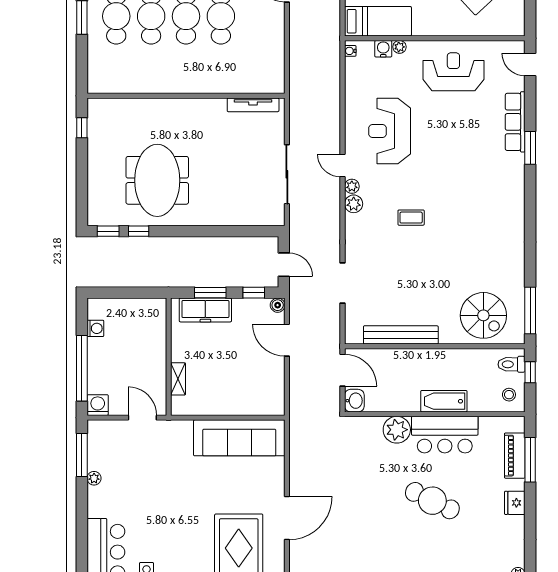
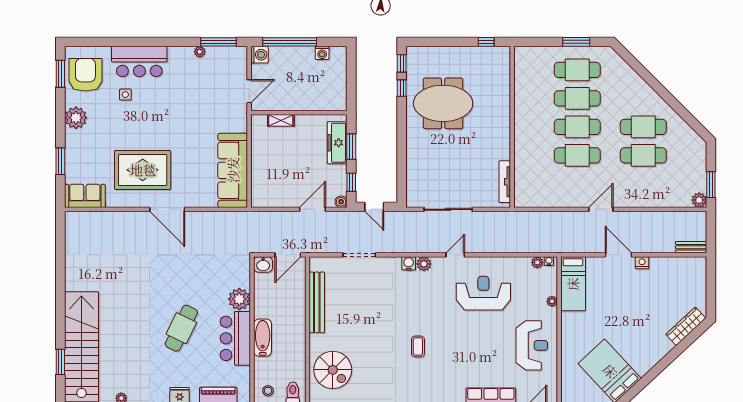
water cooler: (383, 49) -> (409, 263), moved, turned -90
plant: (352, 186) -> (537, 262), moved
coffee table: (411, 218) -> (418, 347), moved
door: (284, 265) -> (374, 207), hinge flipped
spiral stairs: (483, 315) -> (333, 370), turned -90

